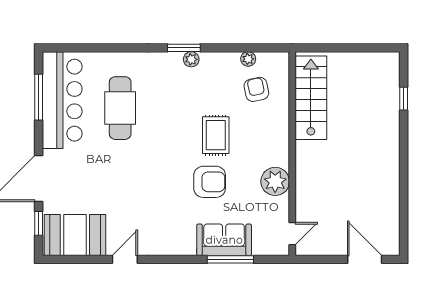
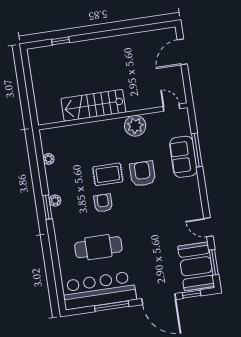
armchair: (256, 89) -> (103, 203), moved, turned 102
window: (39, 97) -> (112, 306), moved
stairs: (311, 98) -> (93, 105), moved
window: (77, 259) -> (214, 262), added

